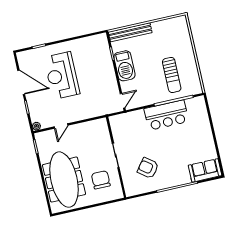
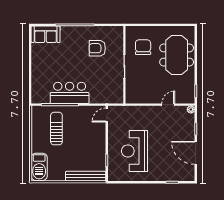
barbecue: (124, 66) -> (39, 167), moved, turned 180
reception desk: (62, 76) -> (135, 151), moved, turned 180
armchair: (148, 168) -> (97, 48), turned 143
meeting table: (64, 180) -> (177, 55), width x0.73
chair: (101, 180) -> (143, 47), turned 180

